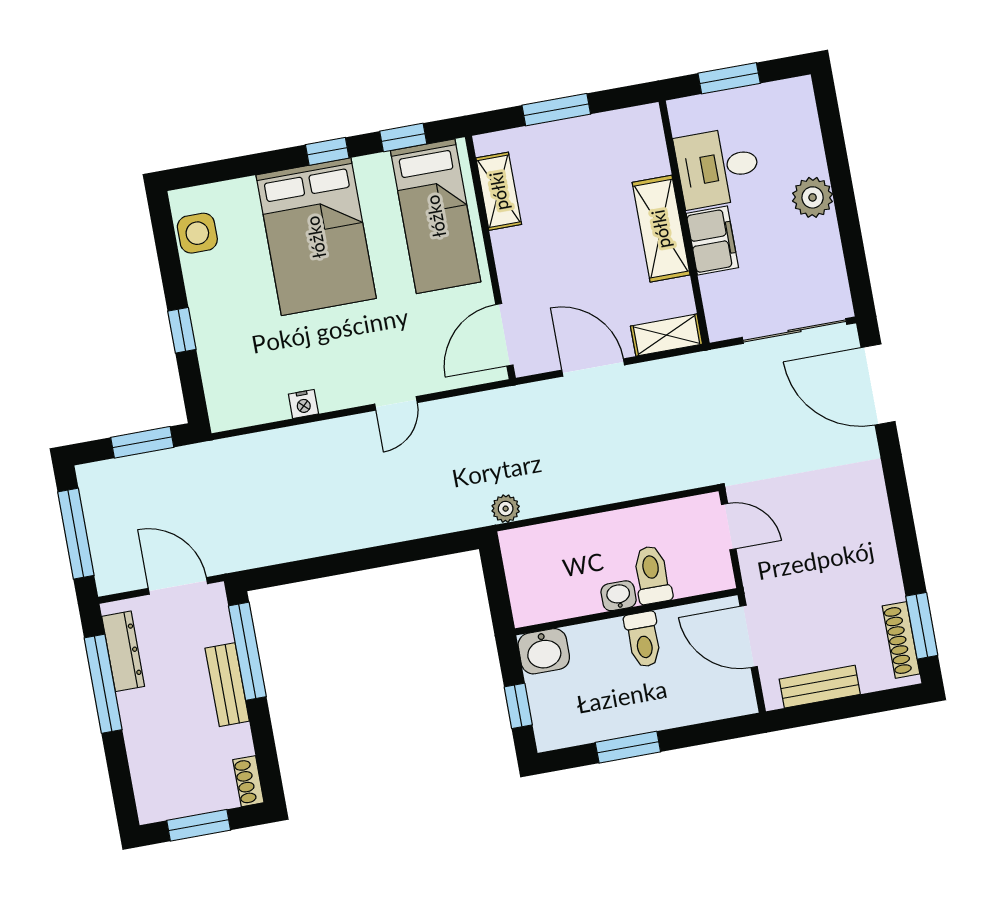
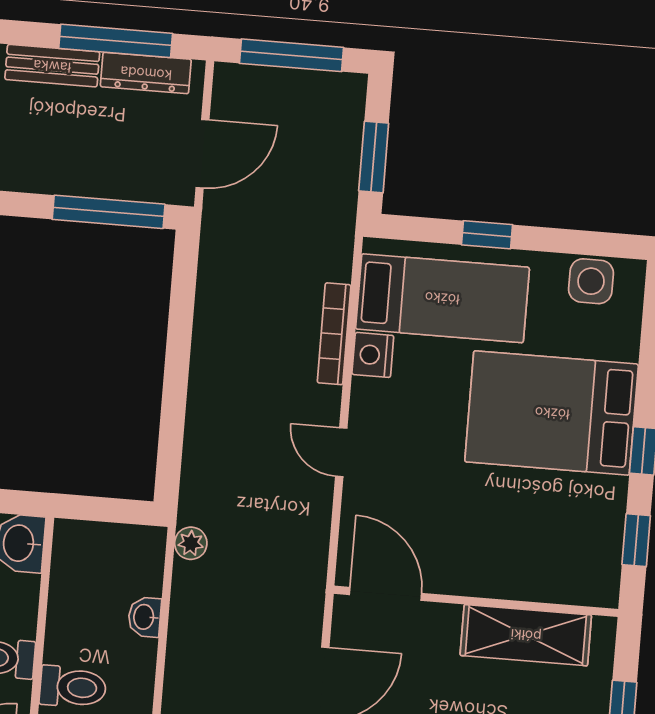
shelving: (499, 191) -> (526, 635), width x1.50, depth x1.33
bed: (436, 216) -> (442, 298), moved, turned 180
nightstand: (303, 404) -> (373, 355), width x1.39, depth x1.35
bookcase: (299, 436) -> (334, 334), added
washbasin: (619, 596) -> (145, 617), moved, turned 180
bench: (227, 685) -> (52, 66), moved

